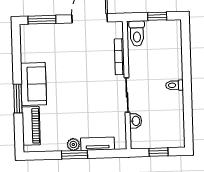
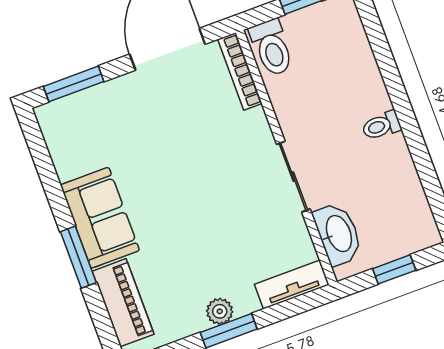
bookcase: (119, 57) -> (240, 71), moved
washbasin: (136, 121) -> (338, 234), width x1.91, depth x1.45
tv unit: (98, 144) -> (292, 285), moved

